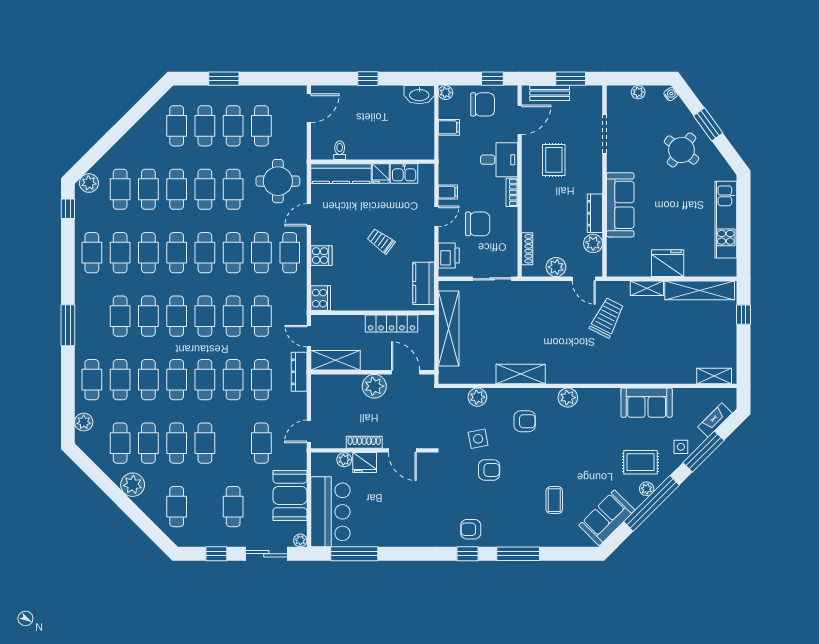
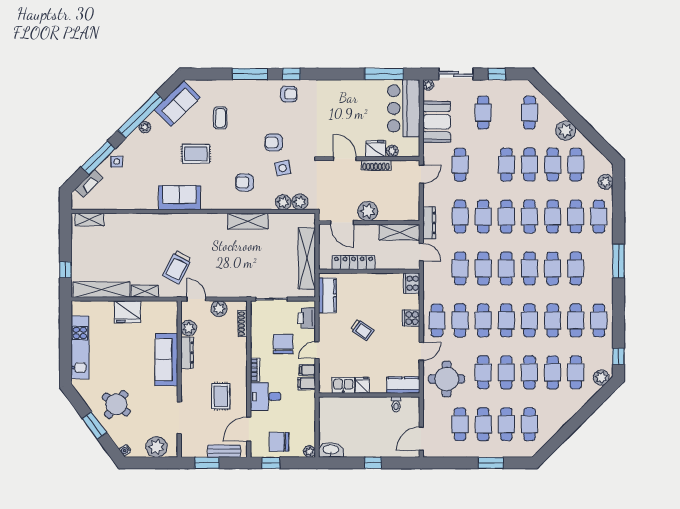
plant: (638, 92) -> (157, 447), width x1.87, depth x1.87
filing cabinet: (449, 127) -> (307, 383), moved
kitchen counter: (341, 174) -> (403, 385), width x0.67
chair: (478, 224) -> (283, 344), turned 90
plant: (568, 398) -> (300, 202), moved
sofa: (647, 403) -> (179, 198), moved
rug: (640, 462) -> (196, 154), moved

